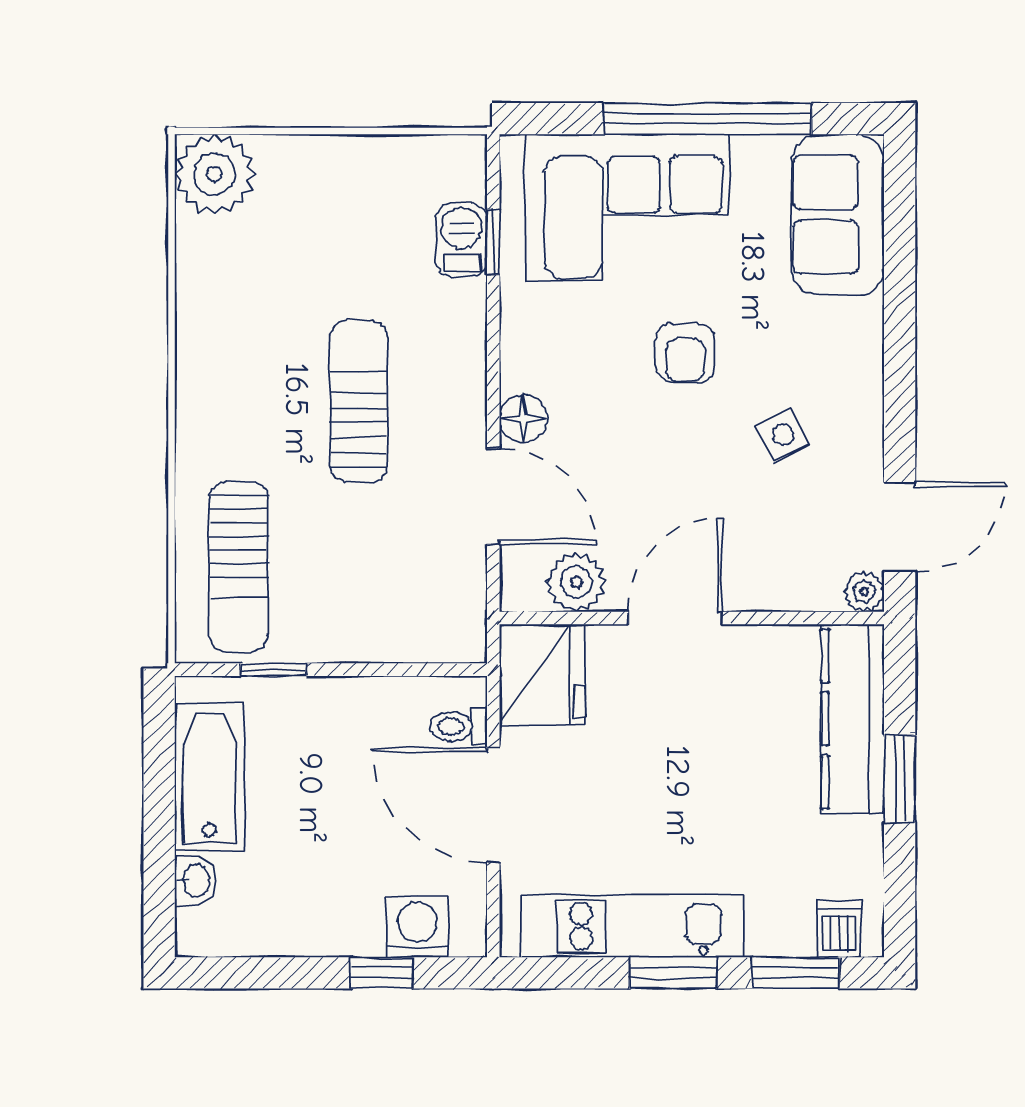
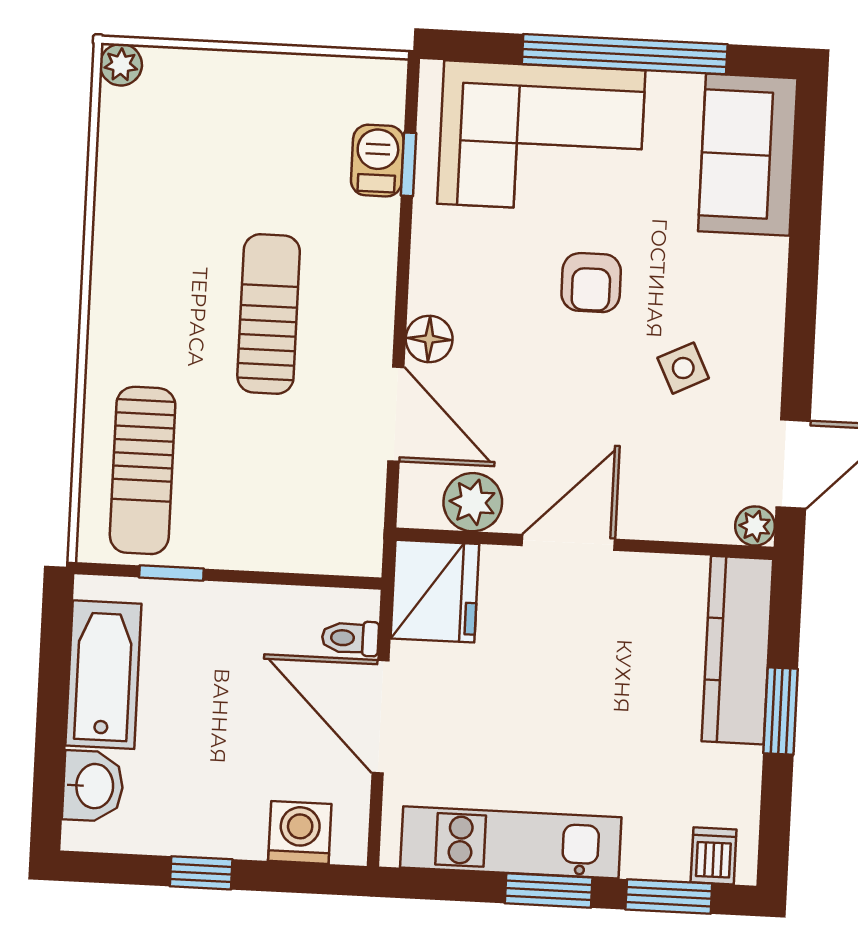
plant: (214, 174) -> (121, 65), width x0.53, depth x0.53
washbasin: (195, 880) -> (93, 786), width x1.38, depth x1.45
window: (381, 973) -> (201, 873), moved

